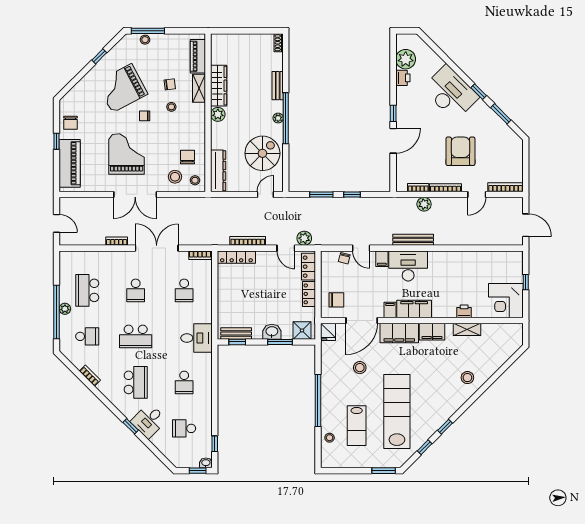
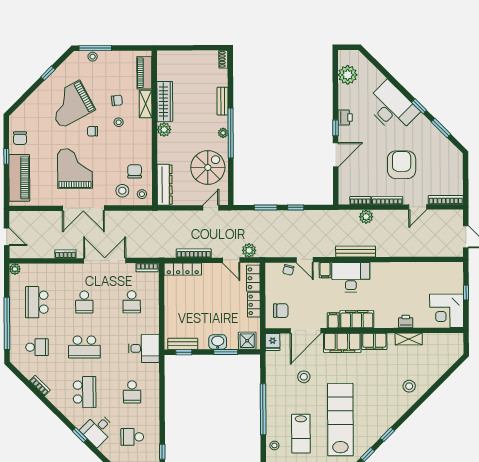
printer: (403, 78) -> (345, 118), moved
plant: (65, 309) -> (15, 269), moved

